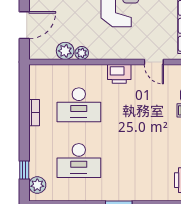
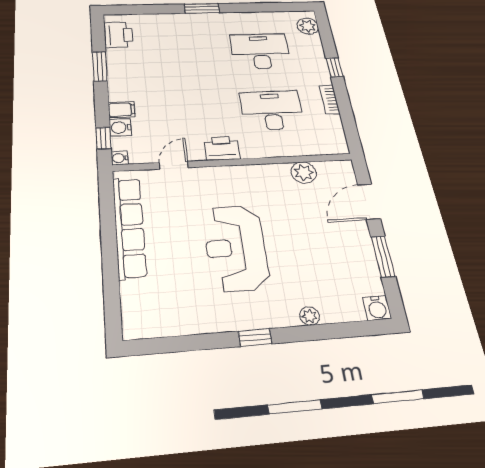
plant: (82, 53) -> (280, 171), removed
door: (154, 62) -> (174, 165), hinge flipped
window: (24, 170) -> (334, 67), moved

